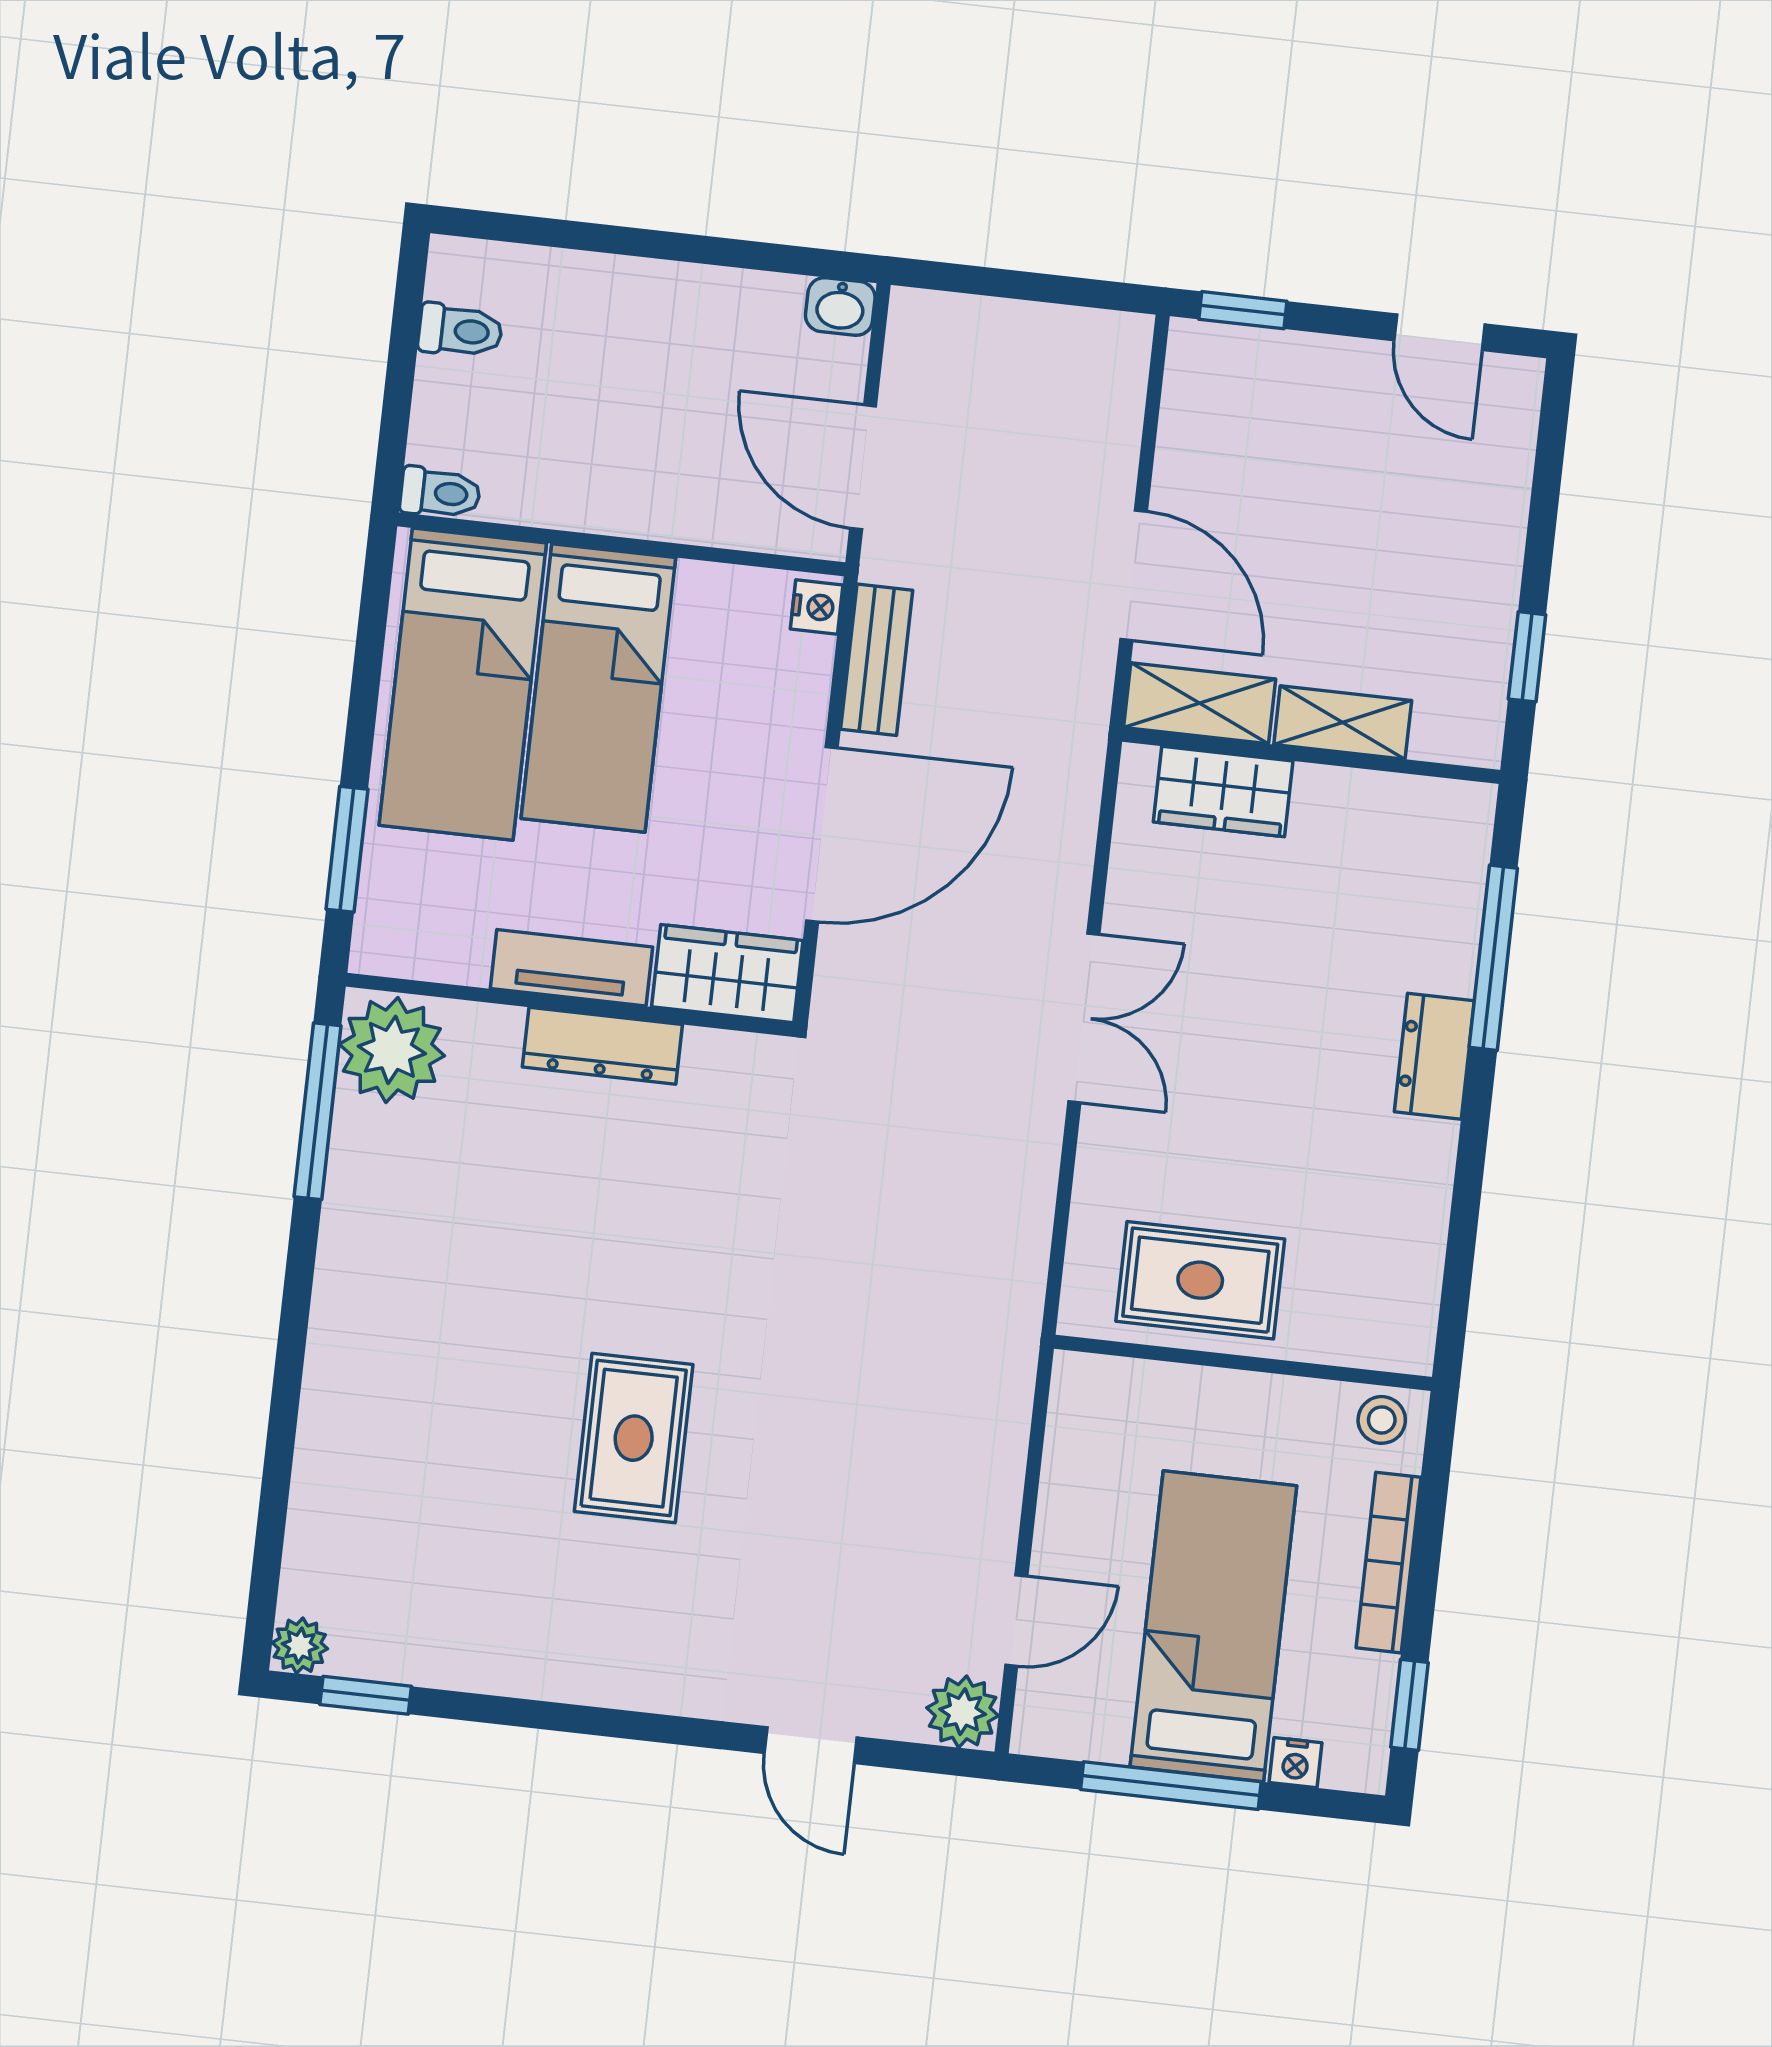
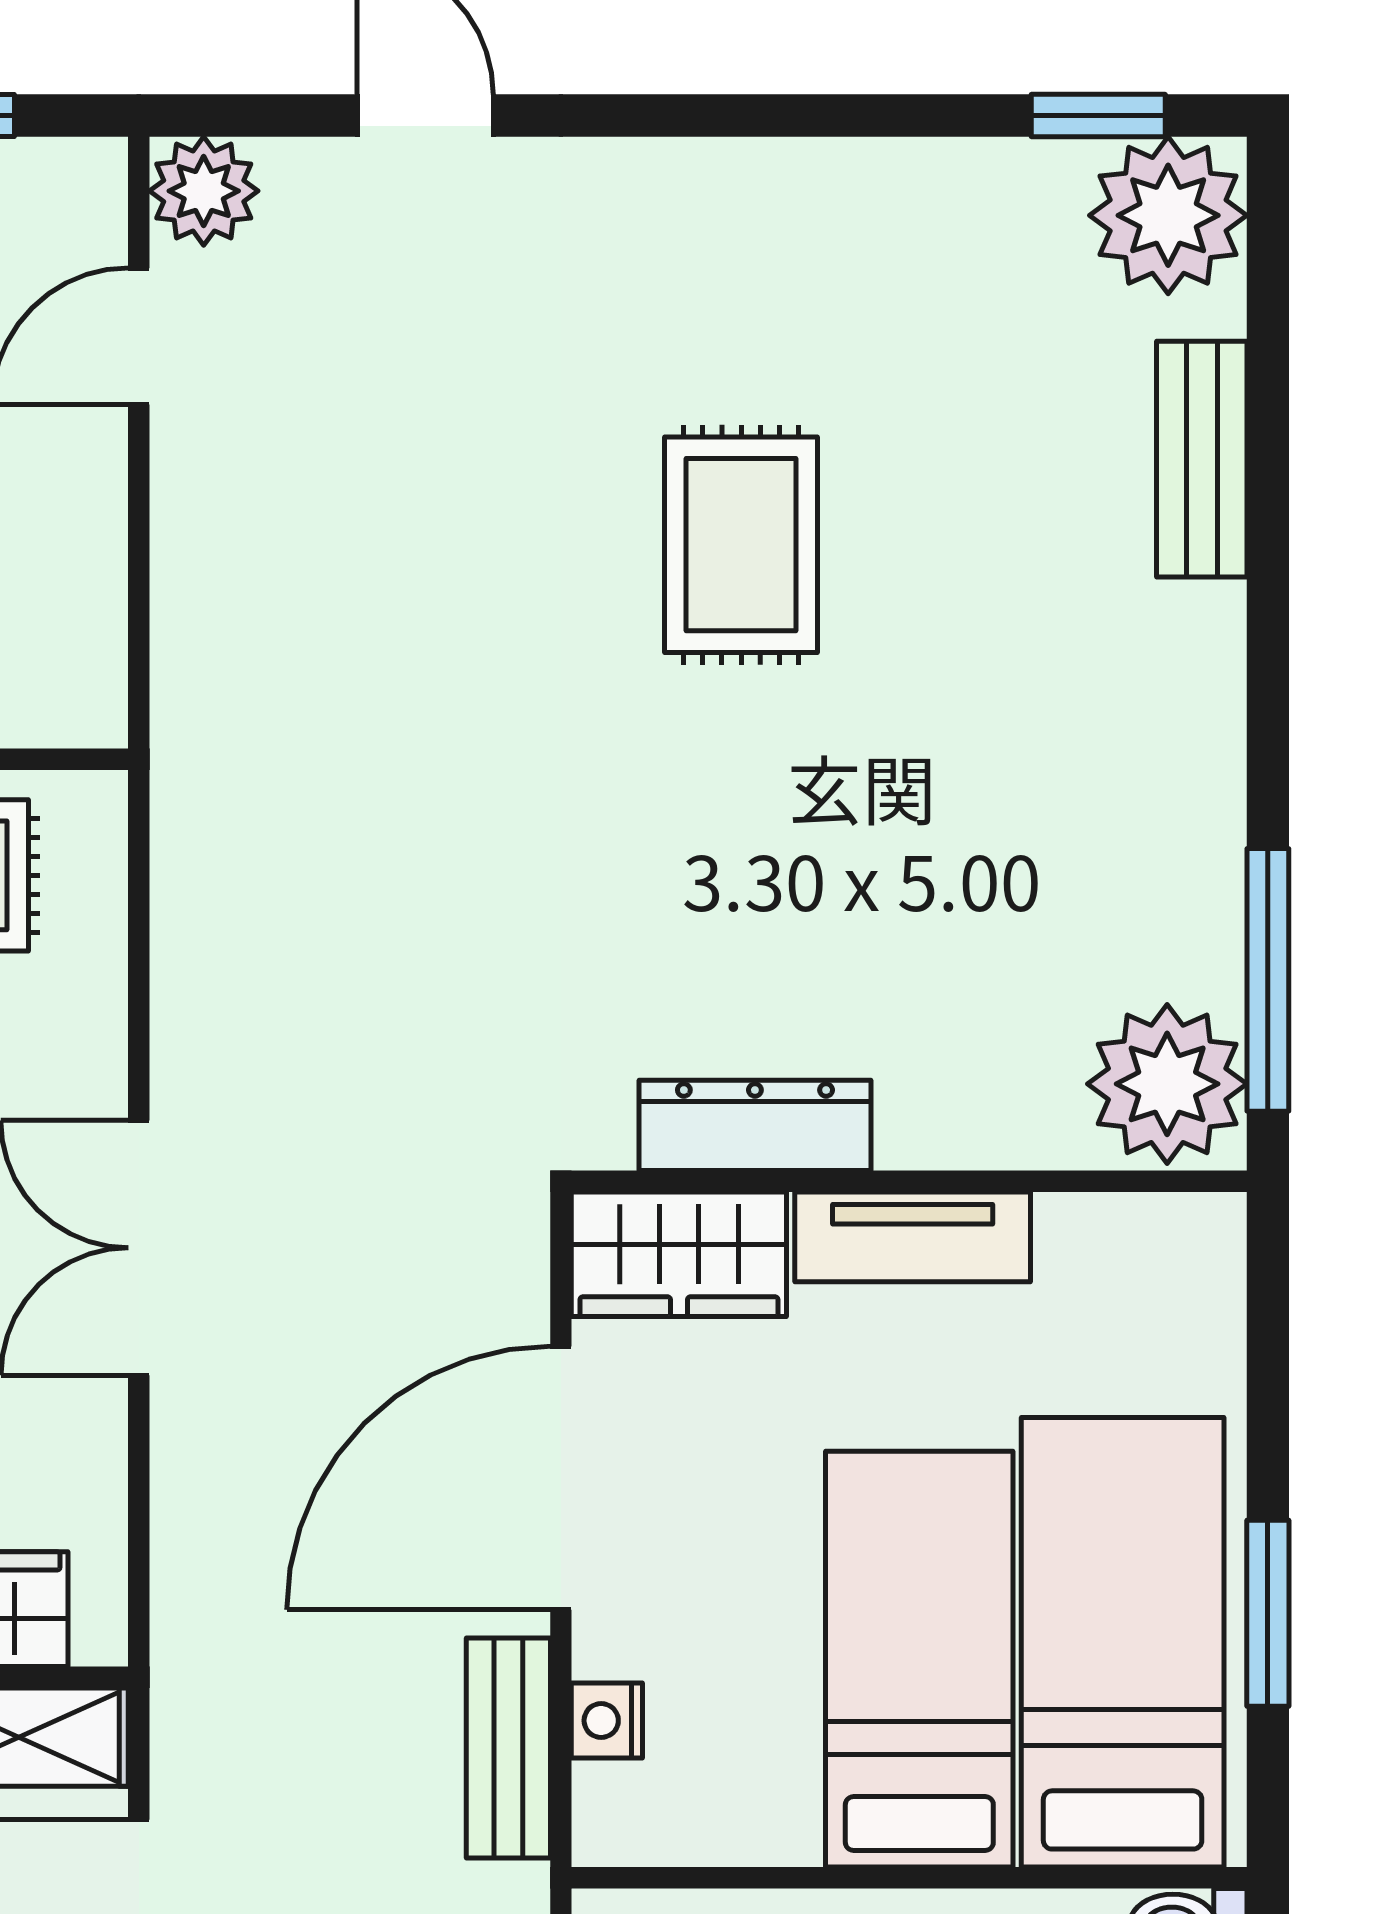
nightstand: (817, 607) -> (607, 1721), moved
window: (347, 849) -> (1268, 1613), moved
dresser: (602, 1046) -> (755, 1125), moved
bench: (323, 1460) -> (1202, 459), added
plant: (300, 1646) -> (1168, 215), width x1.88, depth x1.88

